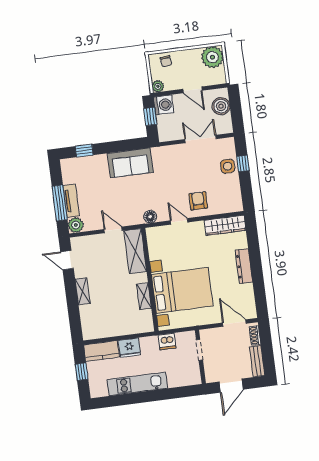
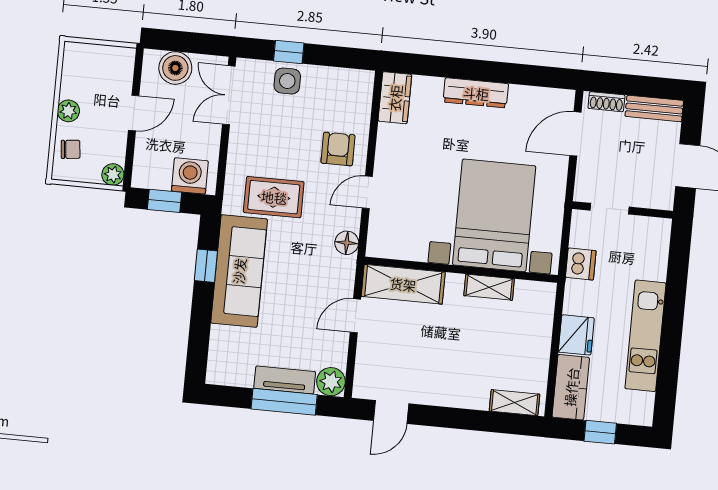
plant: (212, 57) -> (68, 111), moved, width x0.53, depth x0.53
washing machine: (164, 105) -> (190, 176), moved
double door: (200, 139) -> (229, 95), moved
window: (84, 151) -> (206, 266), moved
sofa: (130, 163) -> (239, 271), width x1.36
rug: (165, 173) -> (274, 197), added
armchair: (198, 201) -> (338, 149), turned 90
wardrobe: (225, 225) -> (395, 98), width x0.67
shelving: (83, 291) -> (515, 403), moved

